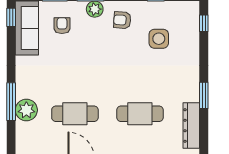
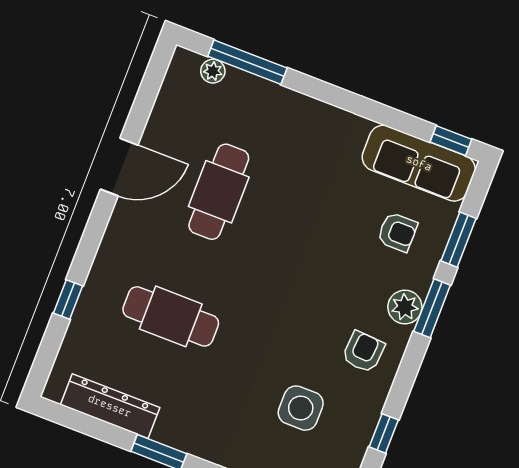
window: (11, 102) -> (247, 62), moved
plant: (26, 110) -> (213, 71), moved, width x0.53, depth x0.53
cafe table: (140, 114) -> (171, 316), turned 90

